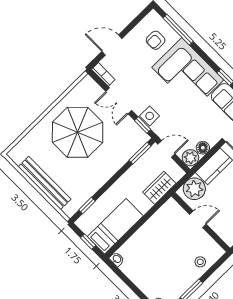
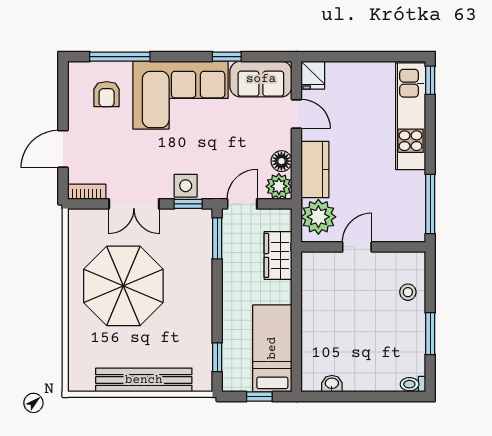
washbasin: (117, 259) -> (332, 384), moved

